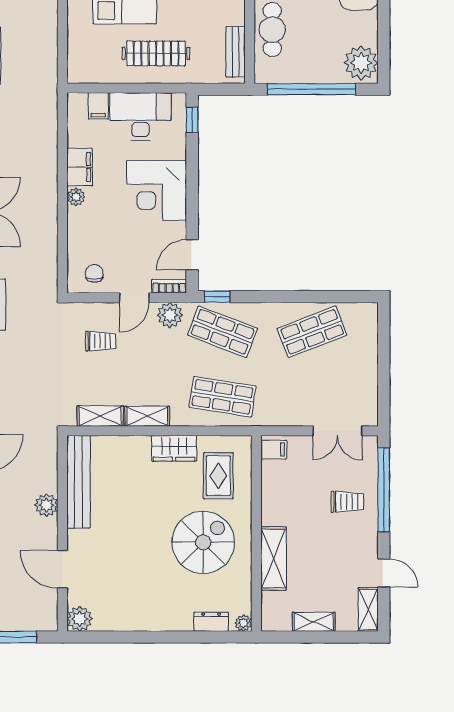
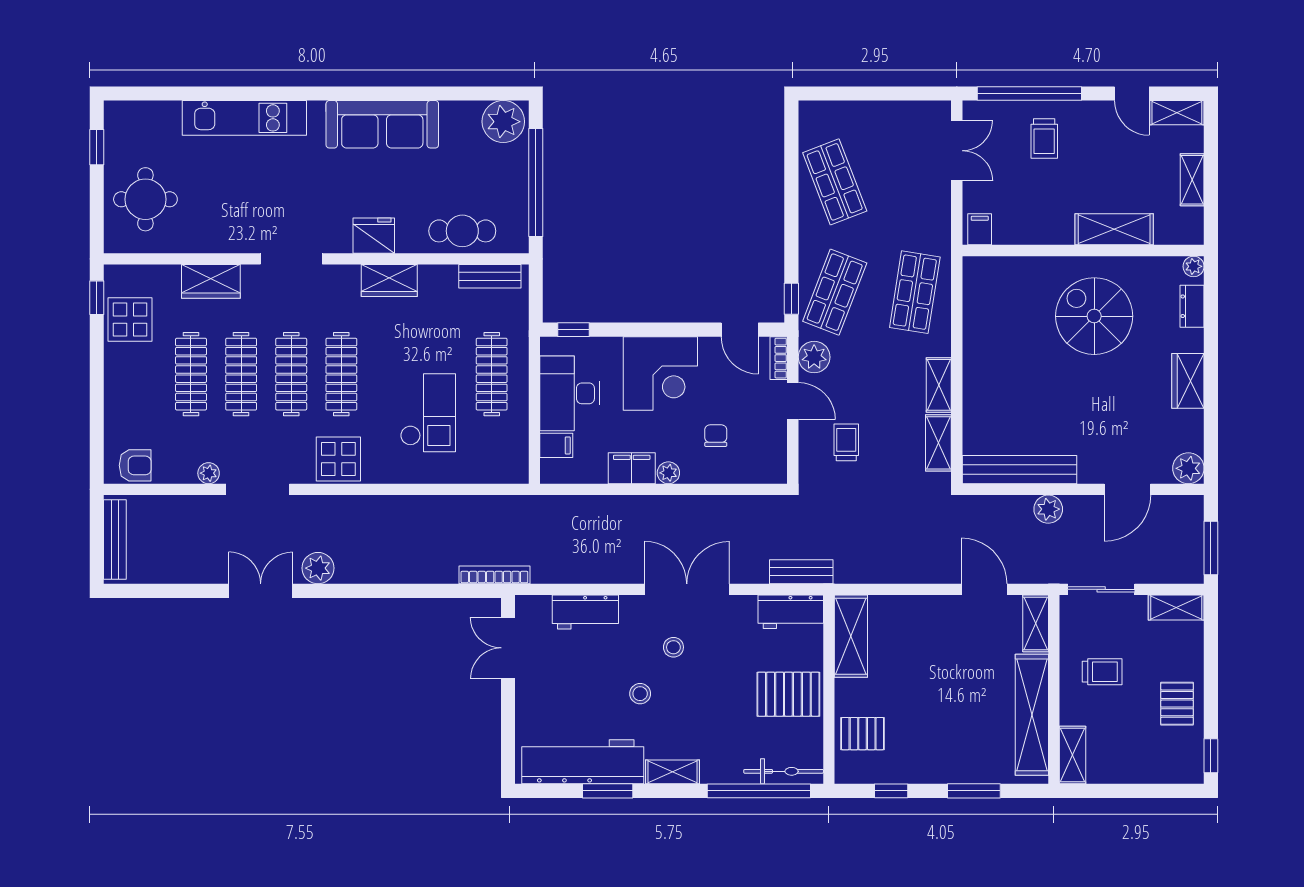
chair: (94, 273) -> (716, 436), moved, turned 90
wardrobe: (174, 448) -> (1188, 381), moved, turned 180
rug: (218, 476) -> (1012, 297), removed
trolley: (347, 502) -> (1044, 138), turned 180
door: (384, 573) -> (1132, 93), swing flipped

